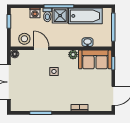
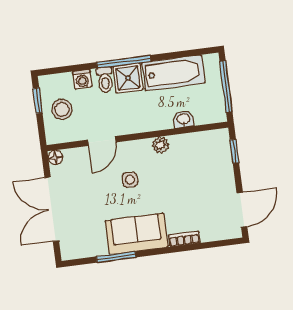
stool: (24, 39) -> (62, 109), moved
door: (41, 48) -> (102, 141), swing flipped
sofa: (95, 59) -> (136, 234), moved, turned 180

